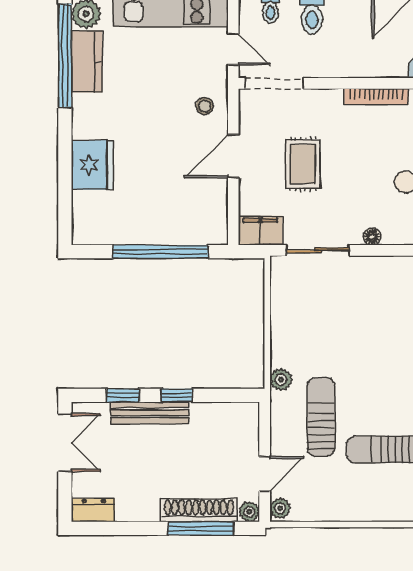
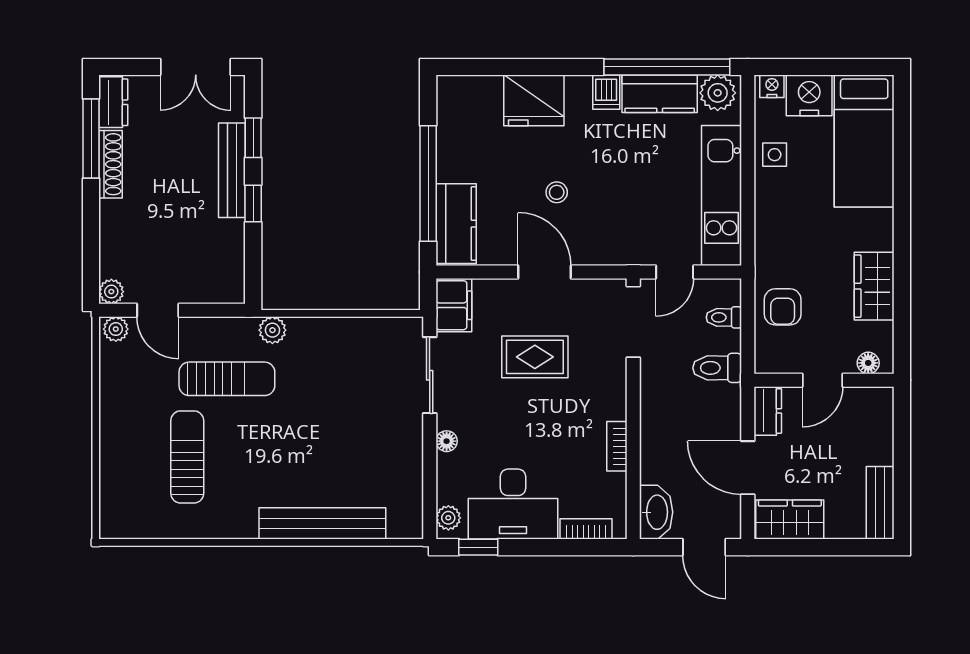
bookcase: (376, 97) -> (617, 446), width x0.64
dishwasher: (86, 105) -> (606, 92), added
stool: (205, 106) -> (557, 192), moved
kitchen counter: (193, 229) -> (456, 224), added
shoe rack: (199, 510) -> (111, 164), moved, width x0.74, depth x0.81
window: (201, 528) -> (91, 138), moved

